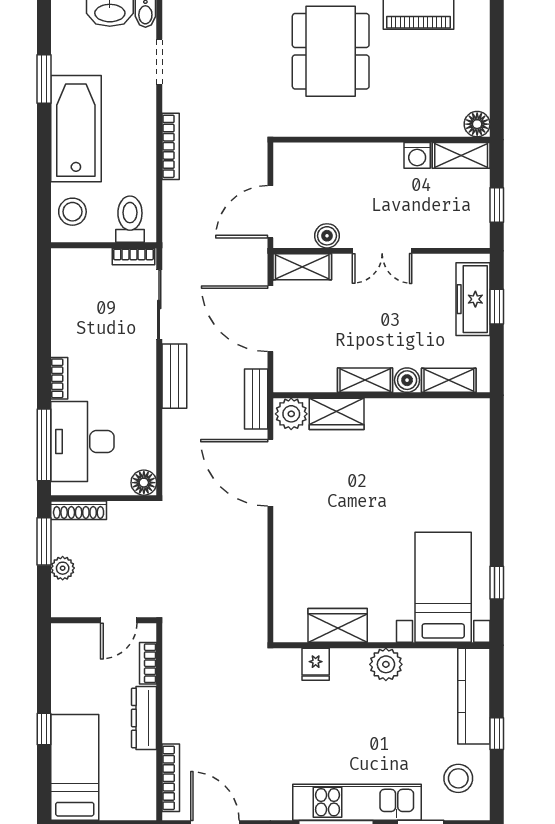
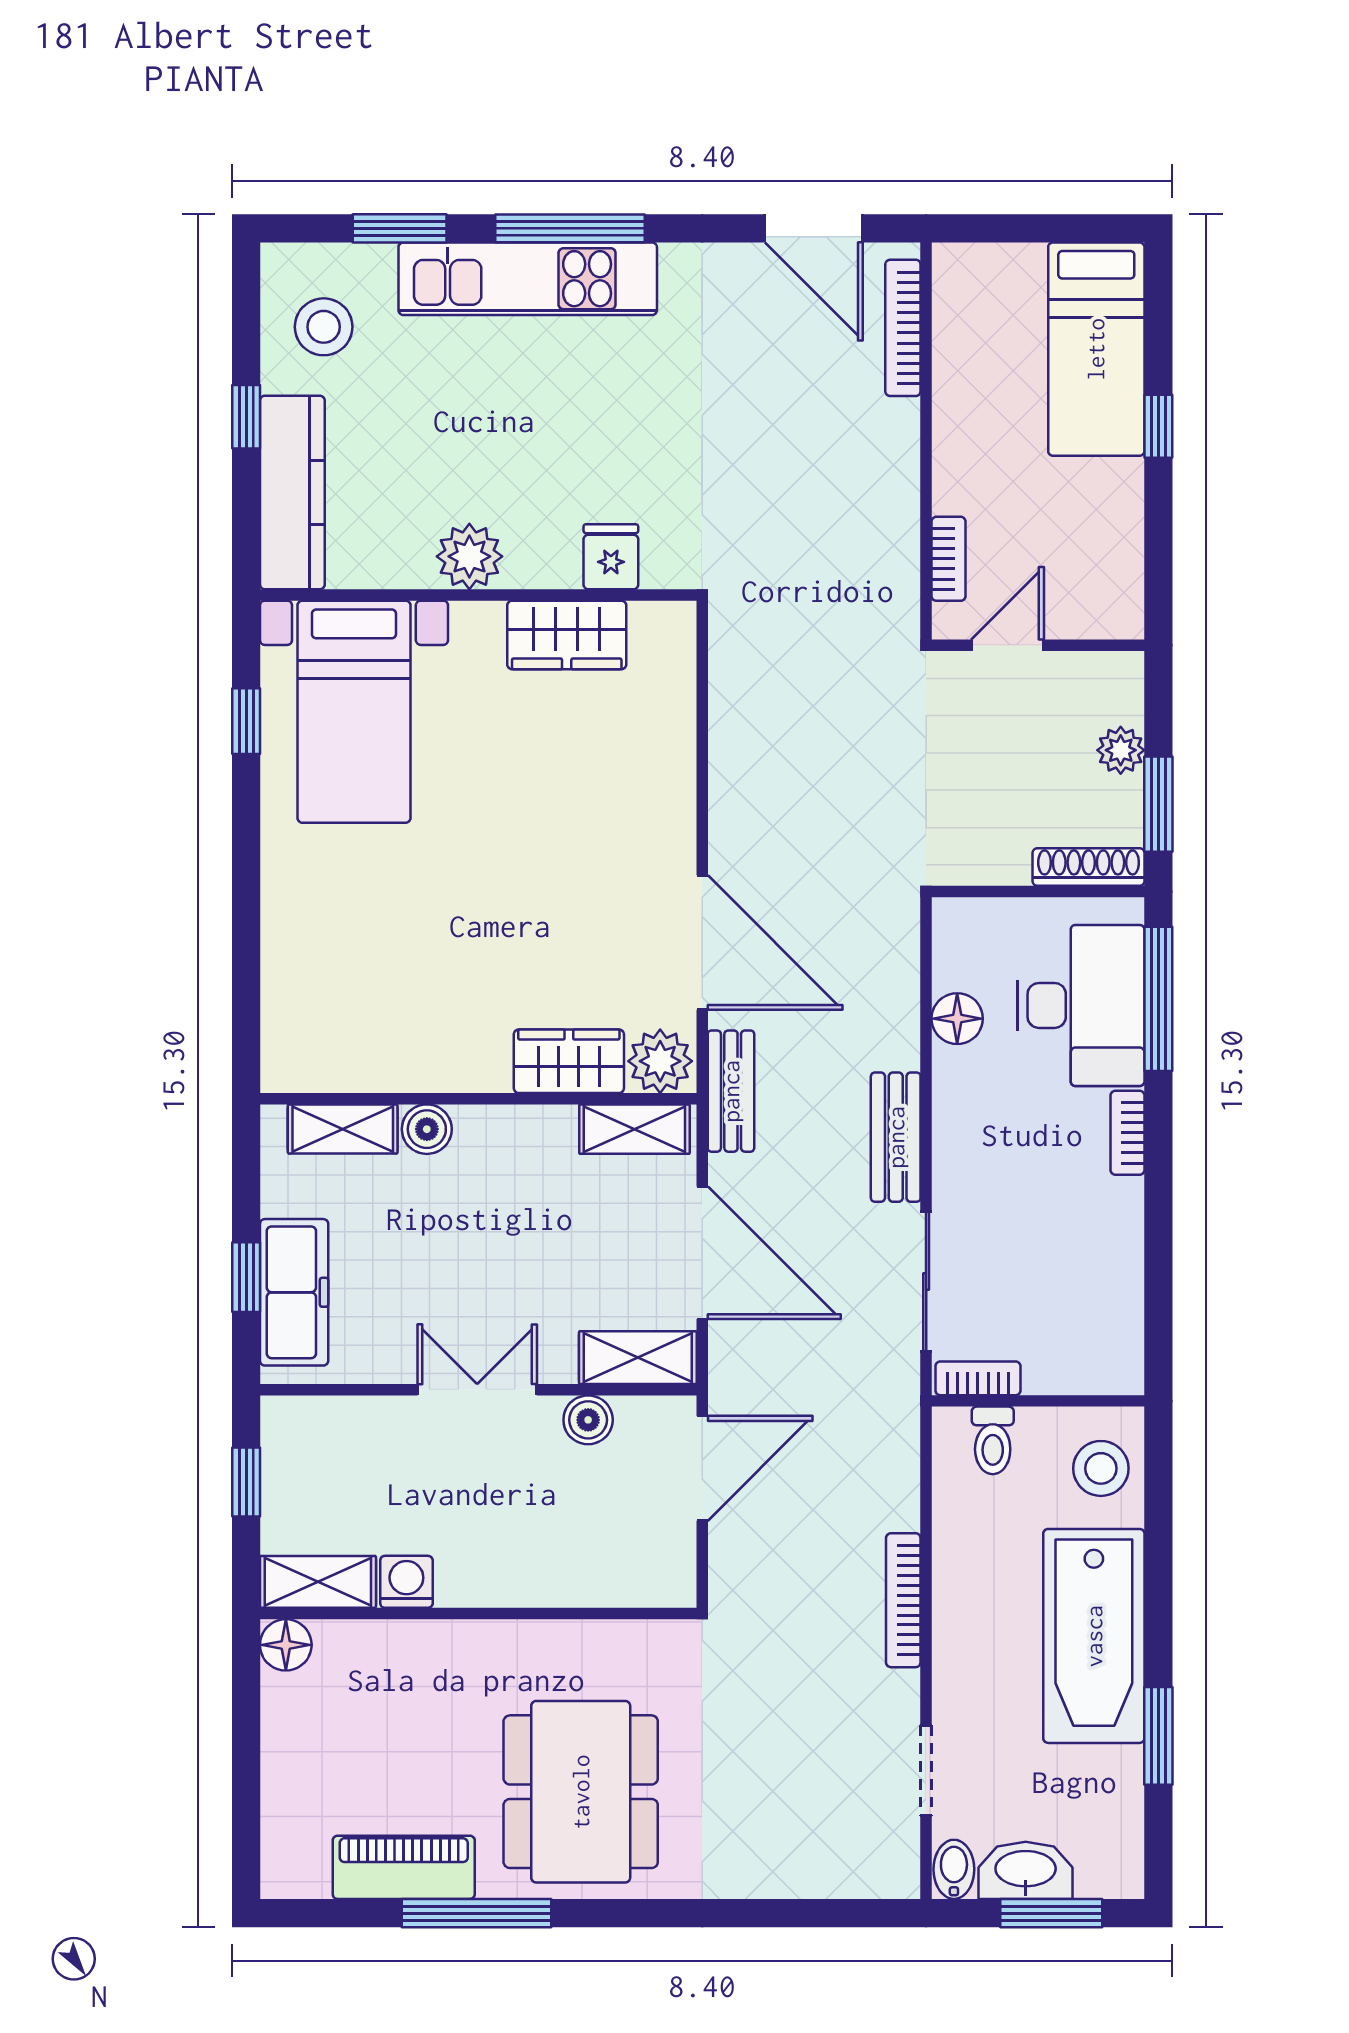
toilet: (130, 219) -> (993, 1440), width x0.73, depth x0.72
shelving: (365, 380) -> (634, 1129), moved
floor lamp: (144, 483) -> (957, 1019), moved
dresser: (144, 718) -> (957, 448), removed

